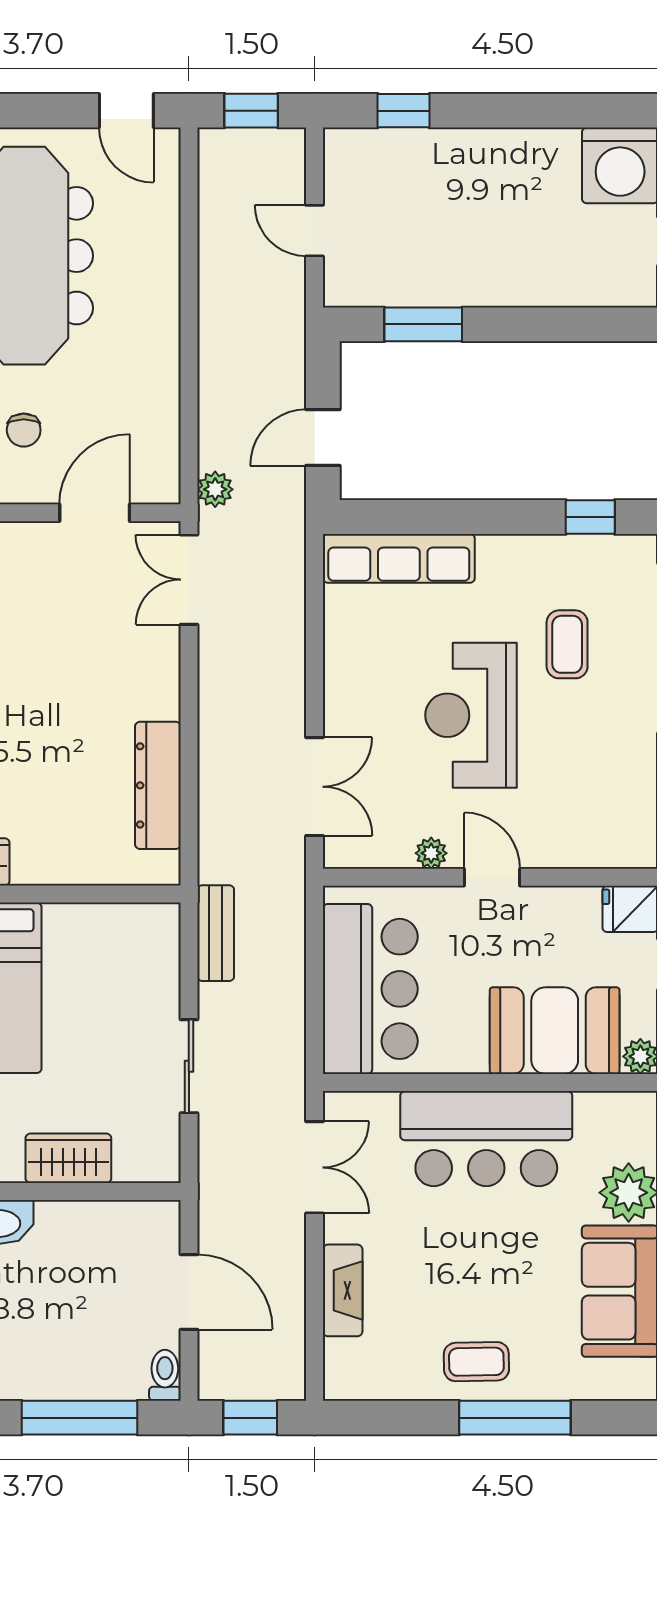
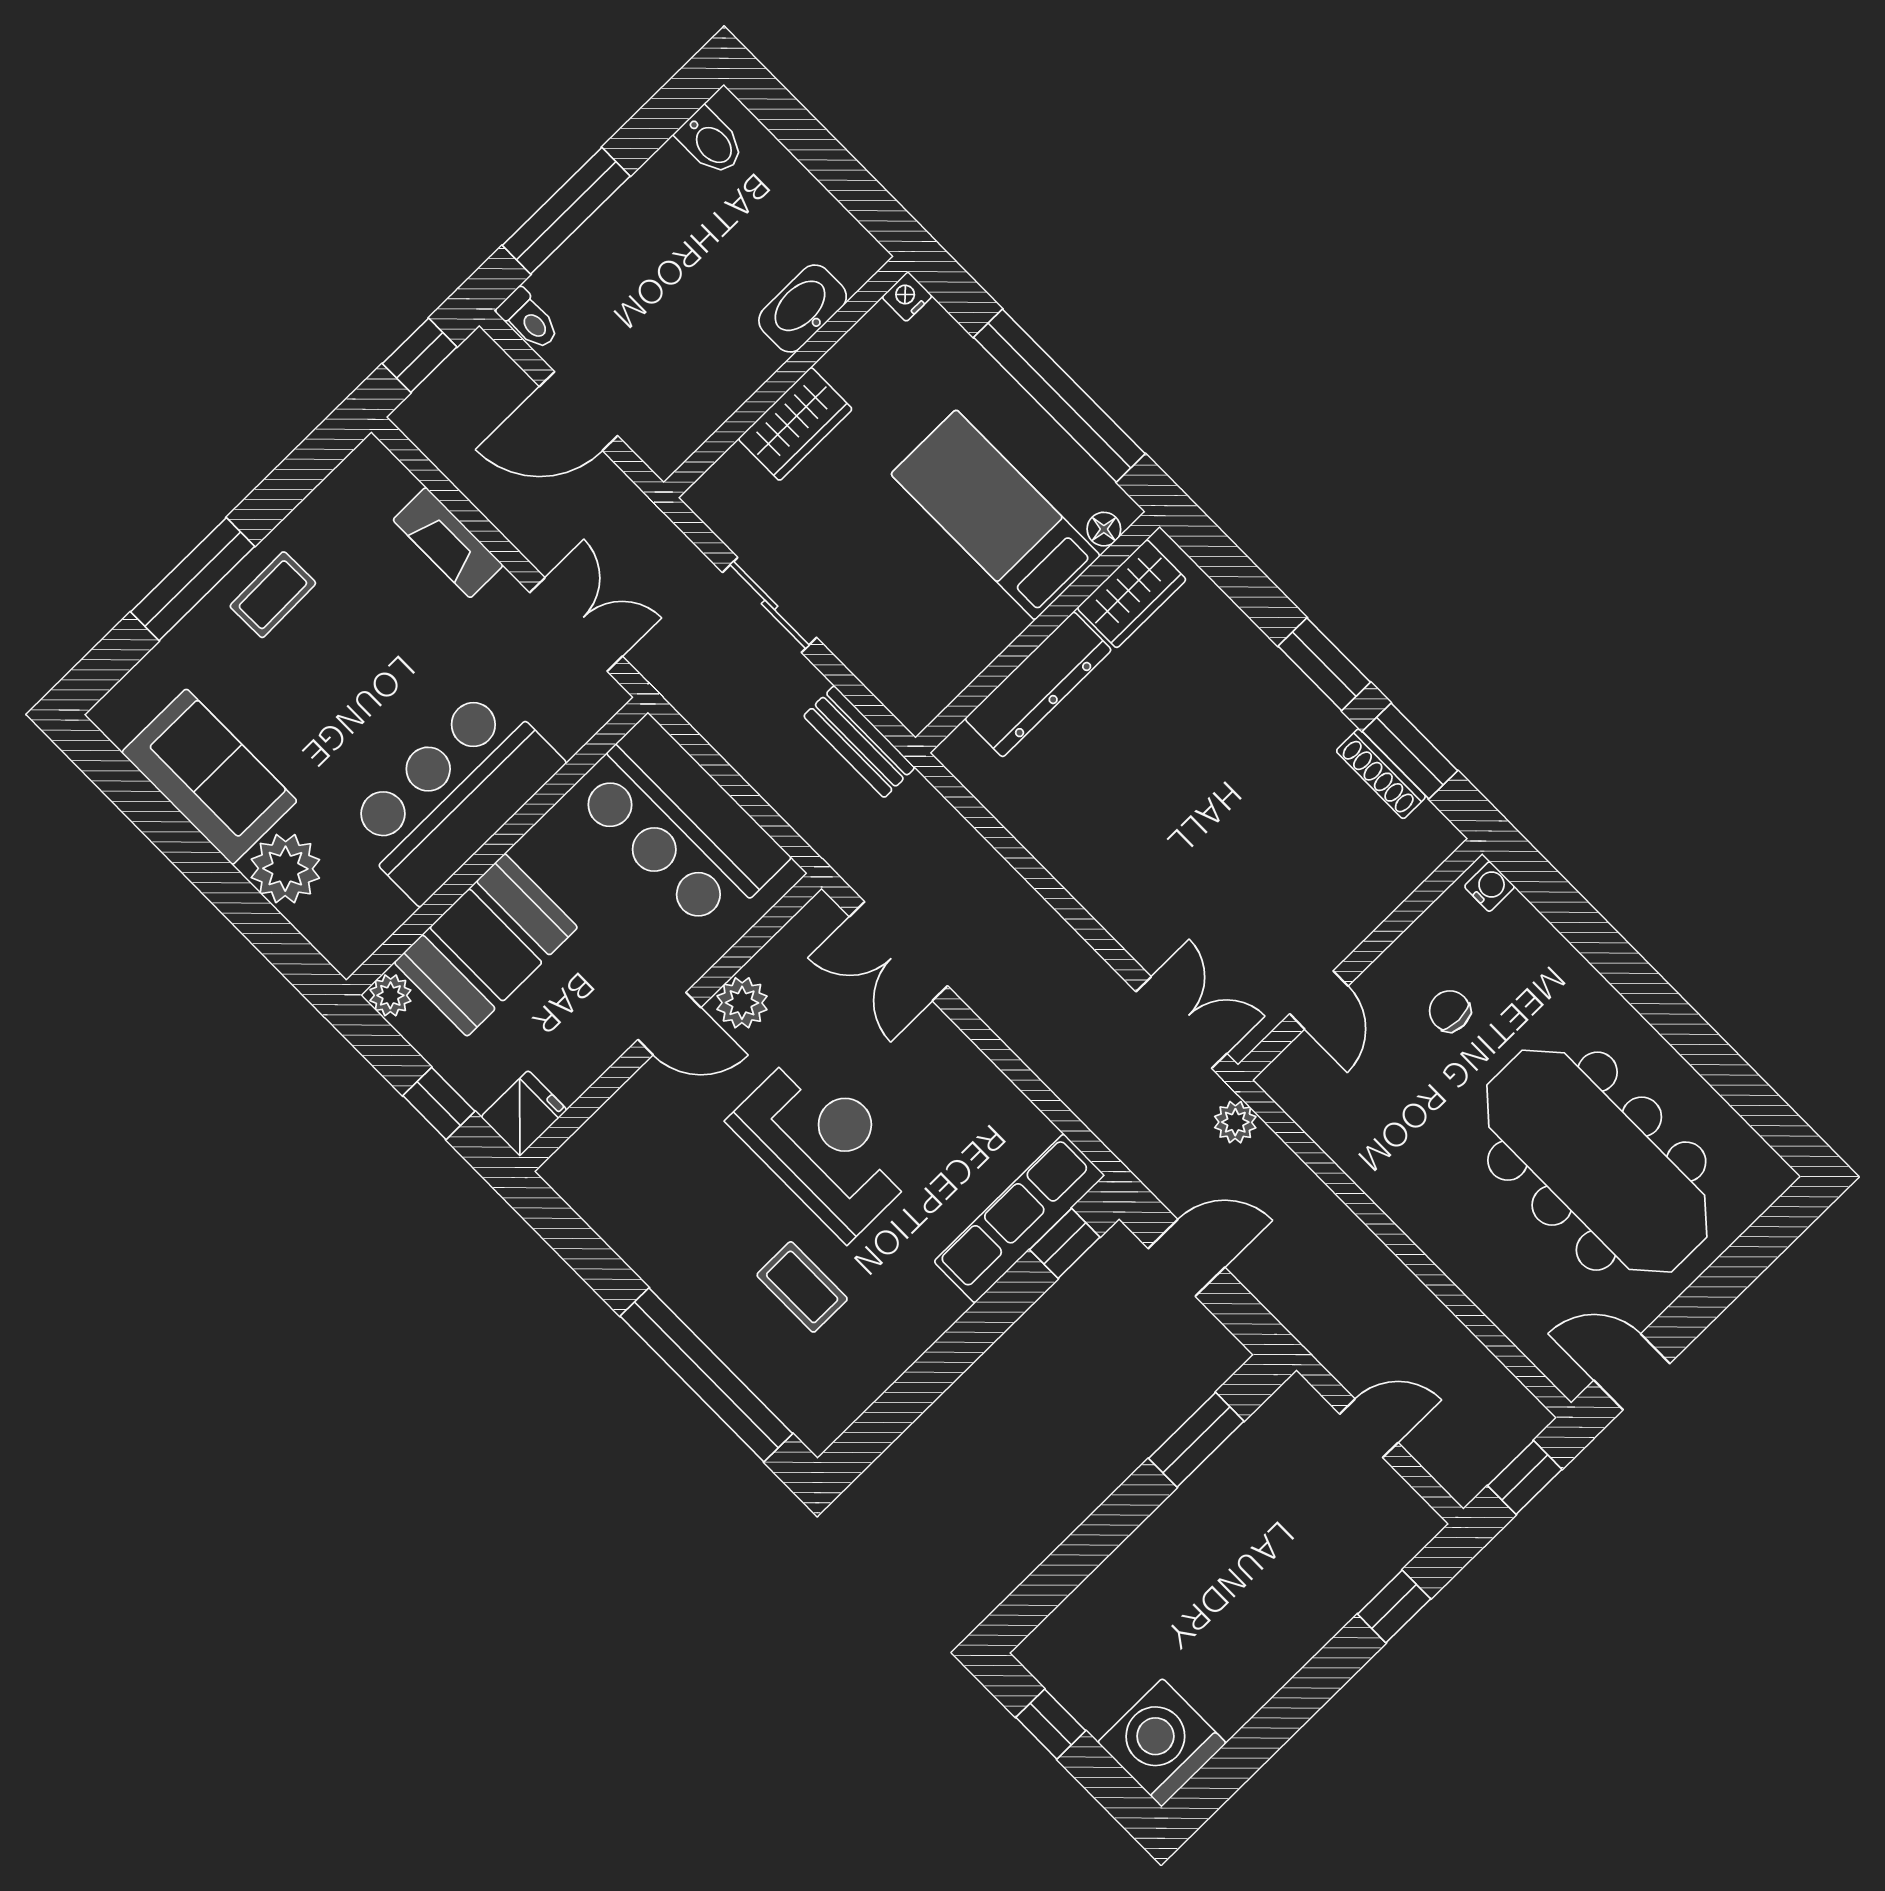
door: (323, 437) -> (1187, 1258), hinge flipped
door: (95, 513) -> (1319, 1000), width x0.73
window: (590, 517) -> (1065, 1243), moved
dresser: (158, 785) -> (1038, 684), moved, turned 90
plant: (431, 853) -> (742, 1003), width x1.38, depth x1.38
double door: (315, 1167) -> (576, 624), swing flipped

